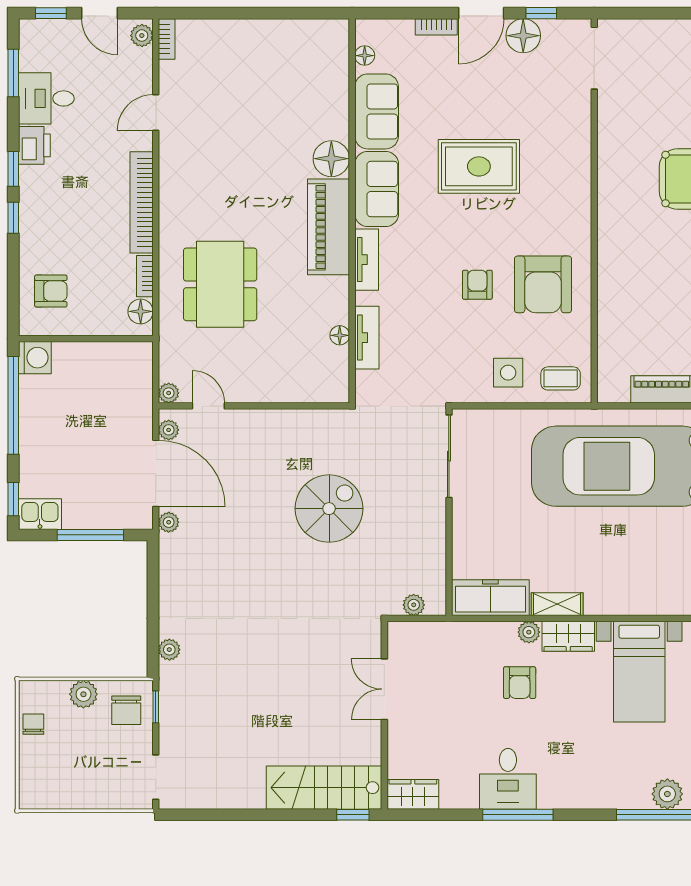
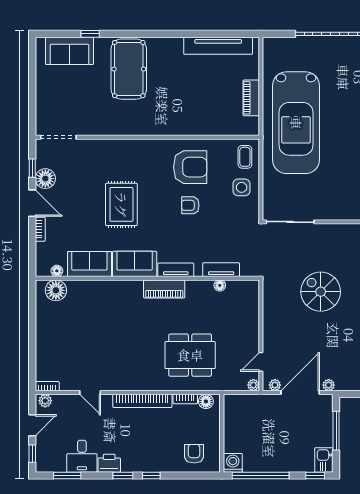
floor lamp: (331, 159) -> (56, 290), moved
piano: (329, 227) -> (164, 289), width x0.73, depth x0.75

